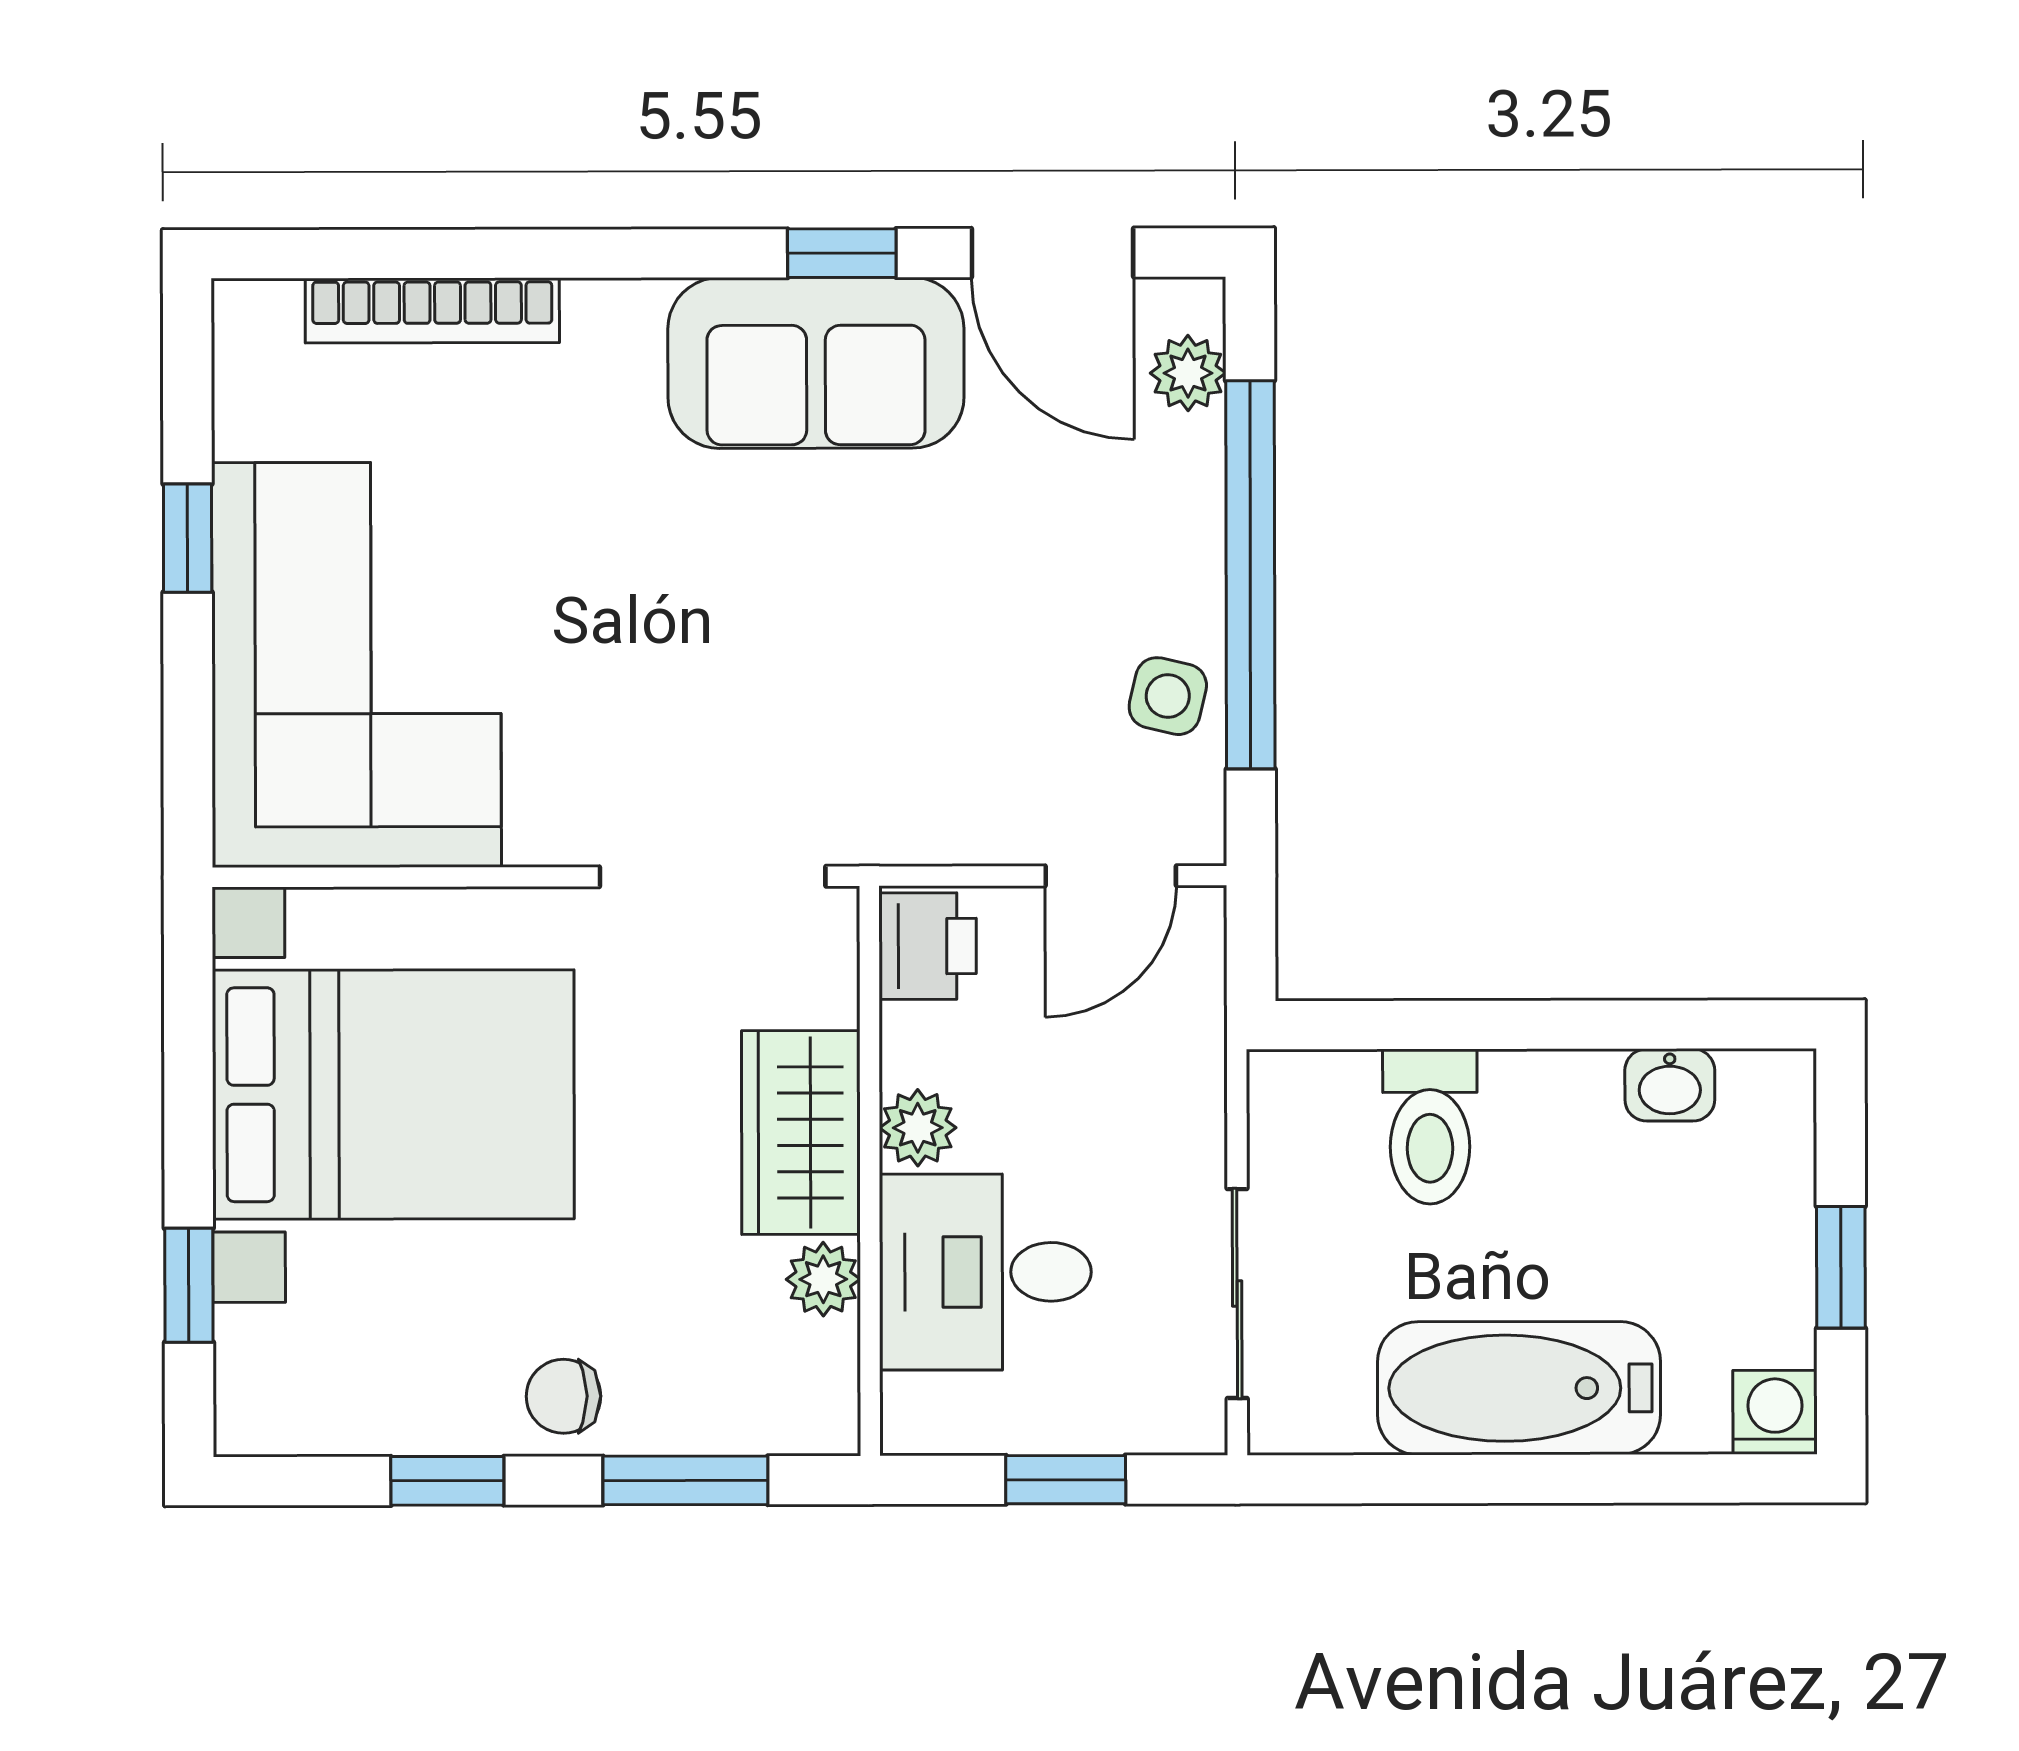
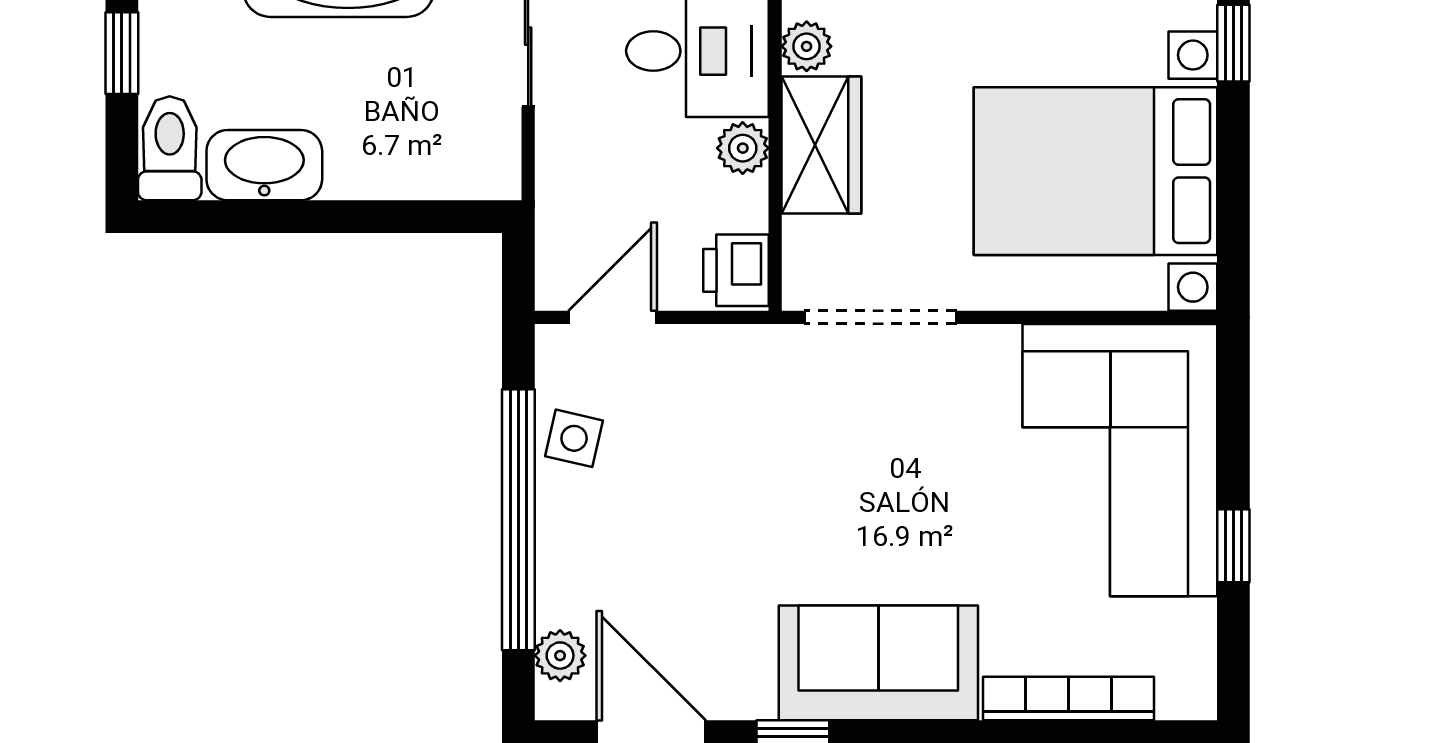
sofa: (816, 363) -> (878, 663), moved
washbasin: (1670, 1085) -> (264, 165), width x1.91, depth x1.45
toilet: (1430, 1127) -> (170, 148), moved

